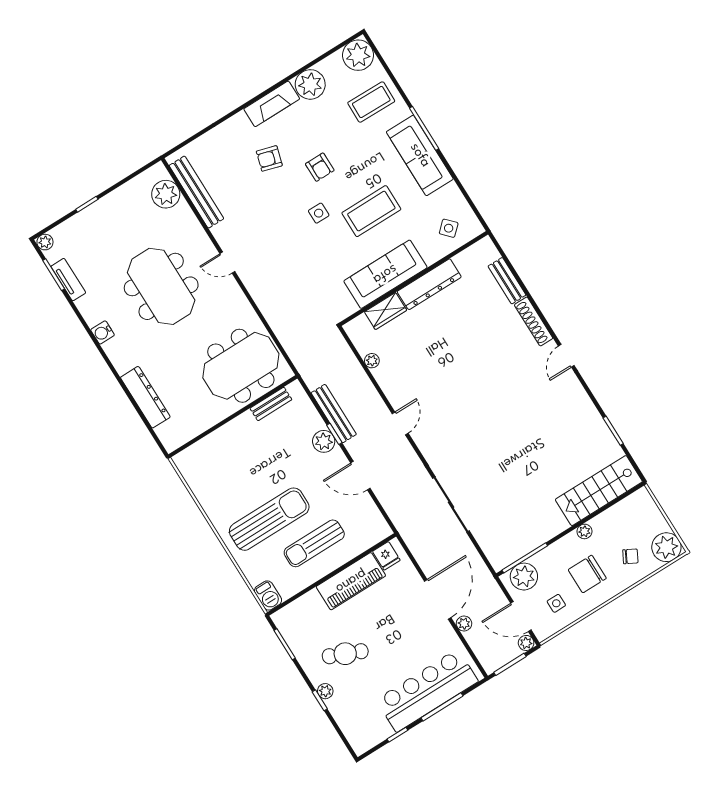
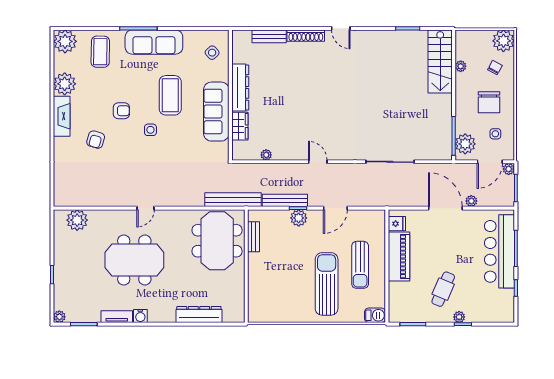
bench: (196, 192) -> (233, 200), moved
tv unit: (68, 280) -> (117, 317), moved
plant: (584, 531) -> (461, 66), moved

